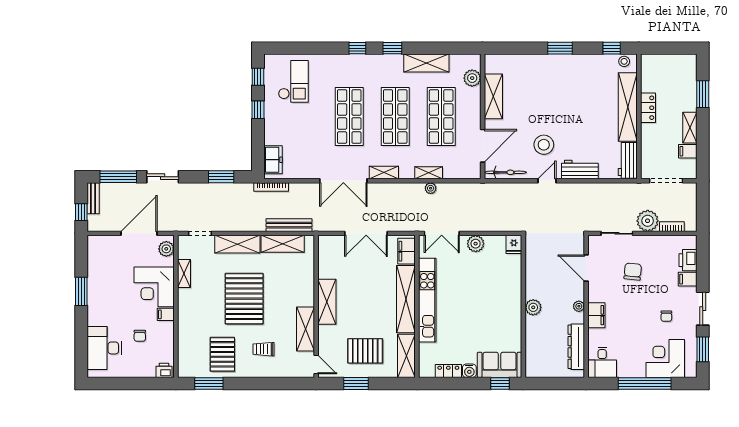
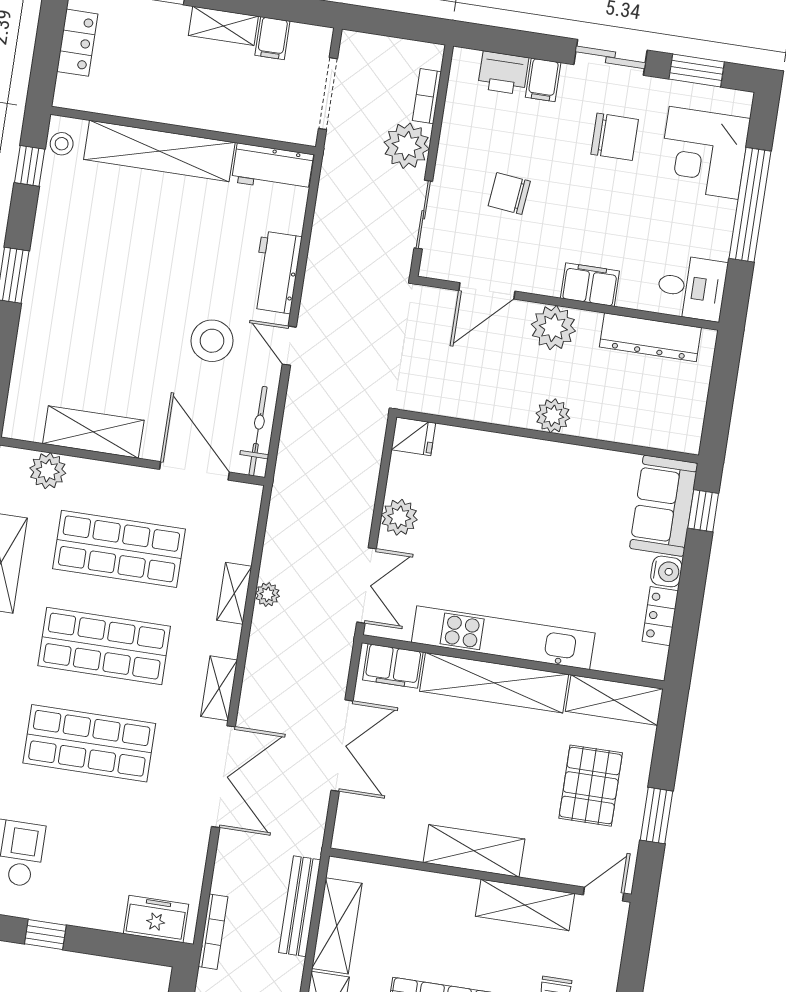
locker: (648, 108) -> (77, 43), moved, turned 90
plant: (579, 306) -> (553, 328), width x1.88, depth x1.88
chair: (666, 316) -> (615, 137), width x1.87, depth x1.87

